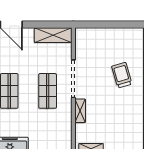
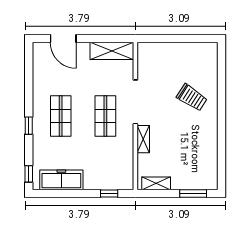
trolley: (122, 75) -> (192, 98), turned 139

